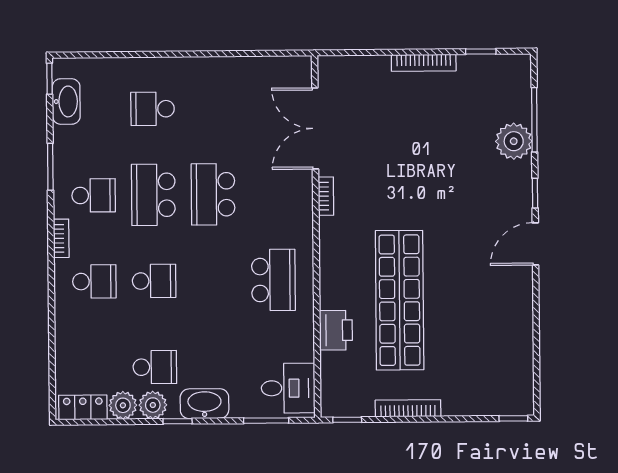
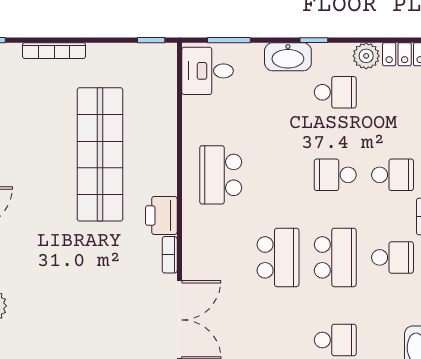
school desk: (94, 195) -> (392, 257), turned 180
school desk: (94, 281) -> (392, 175), turned 180
printer: (336, 330) -> (161, 215), moved
school desk: (155, 367) -> (335, 92), turned 180
plant: (153, 405) -> (337, 56), removed
bookcase: (408, 408) -> (54, 51), moved

